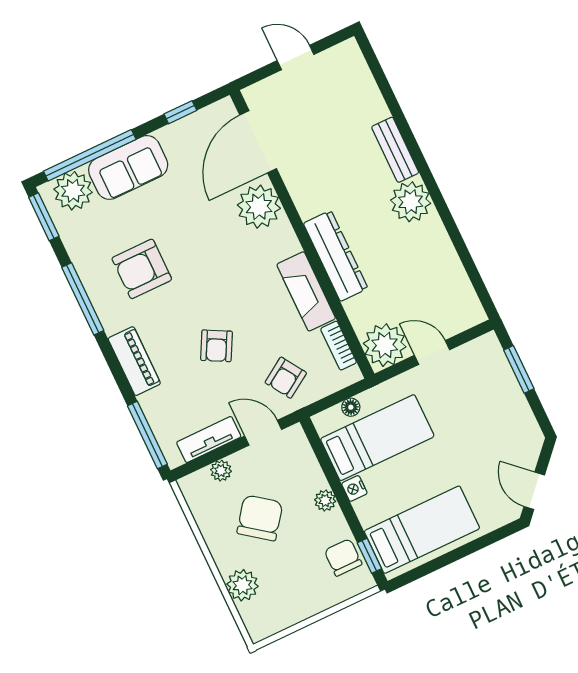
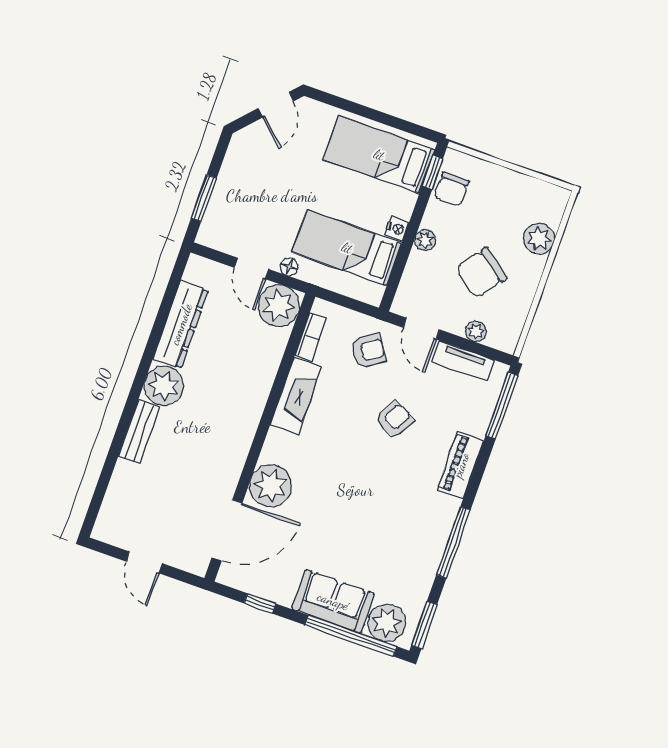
dresser: (336, 256) -> (181, 324), moved, turned 180
armchair: (142, 269) -> (393, 523), removed
floor lamp: (351, 407) -> (289, 267), moved

